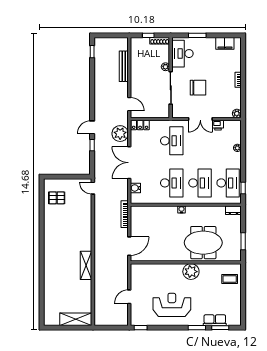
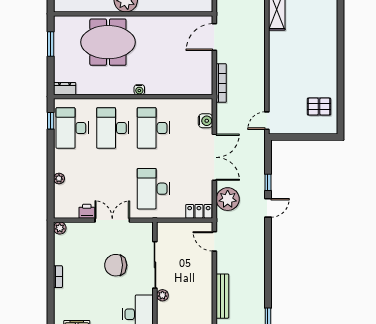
door: (93, 188) -> (267, 121), swing flipped

